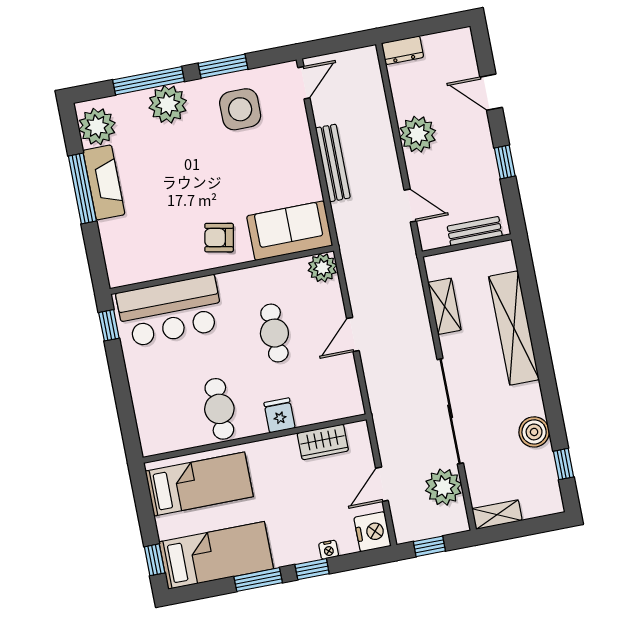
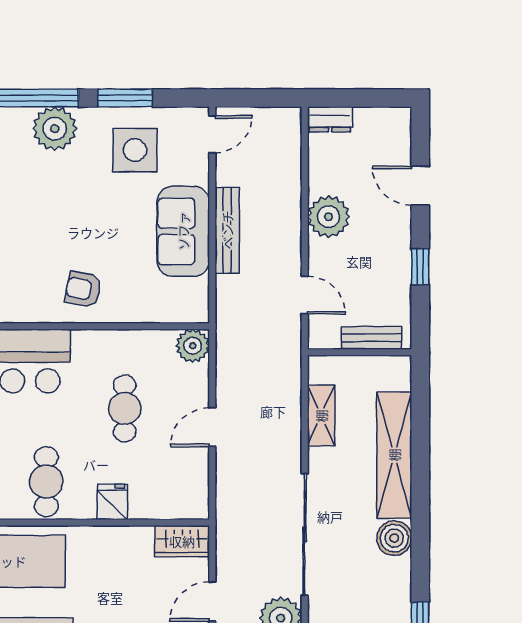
sofa: (290, 231) -> (183, 231), moved, turned -90
boiler: (534, 432) -> (394, 538), moved
wardrobe: (323, 442) -> (182, 541), moved

